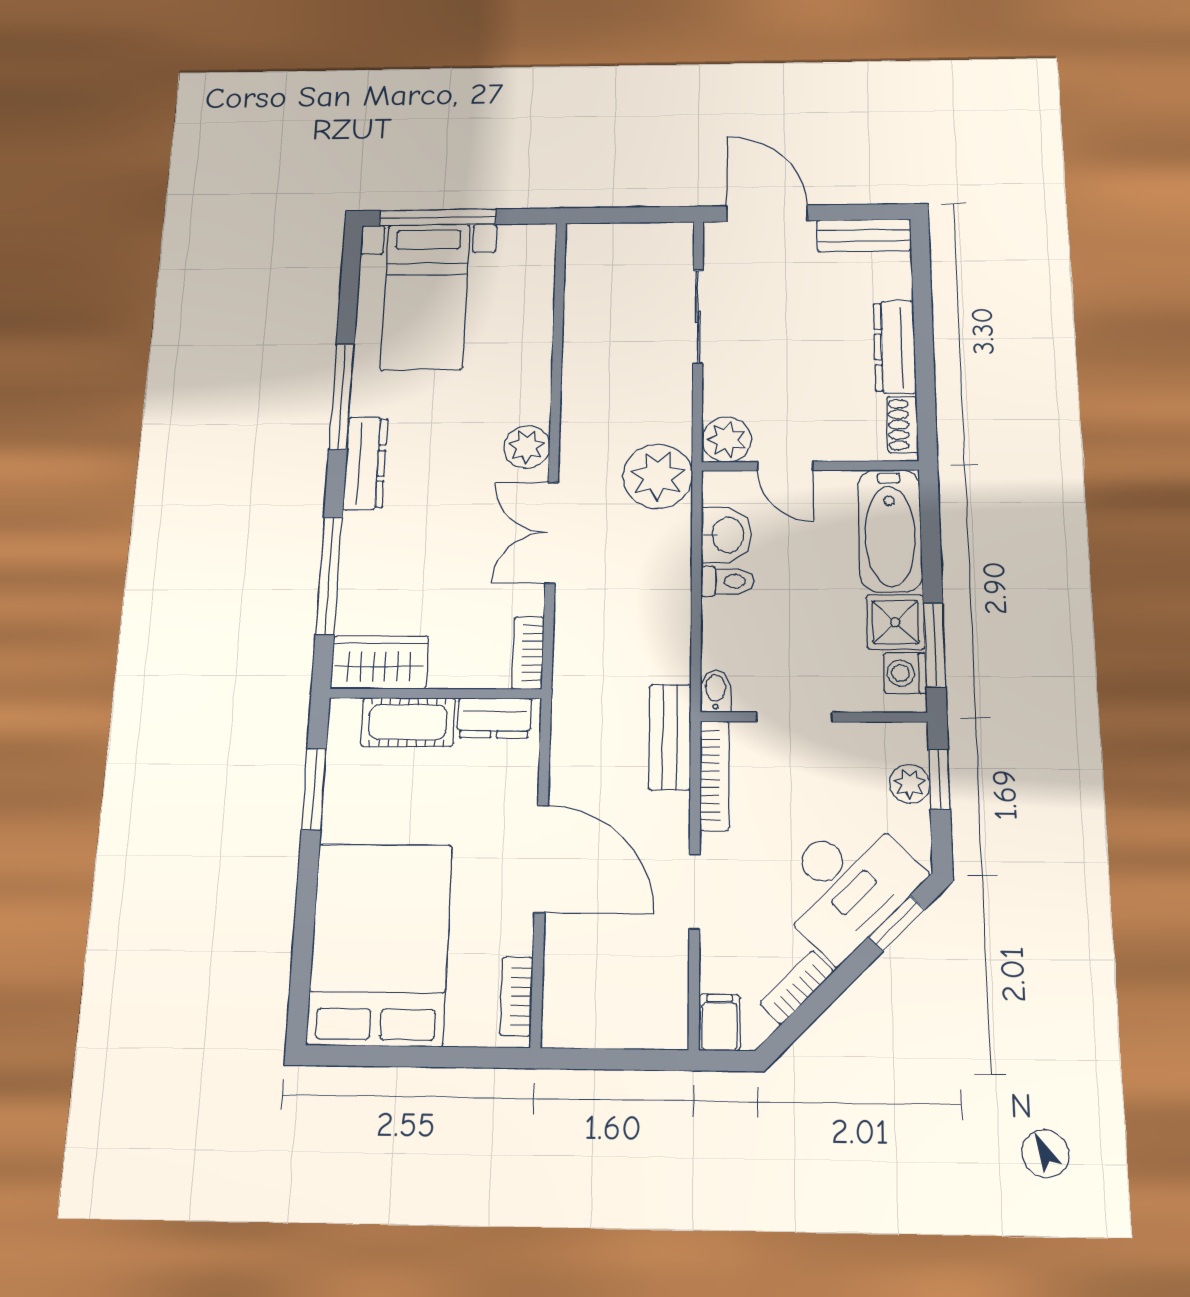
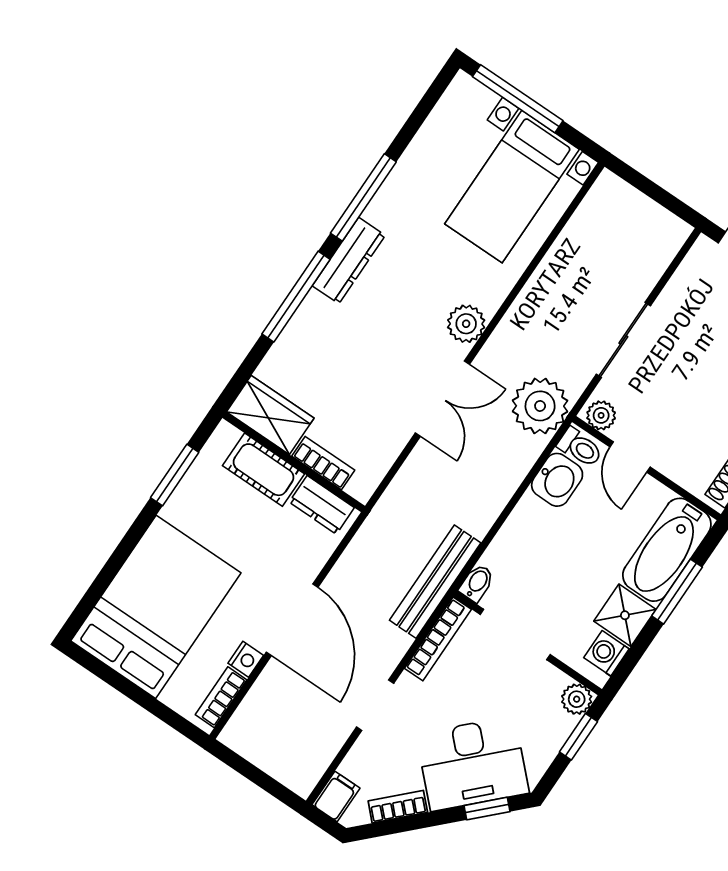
bed with nightstands: (425, 297) -> (512, 187), moved
sliding door: (698, 317) -> (623, 340), moved
plant: (727, 440) -> (601, 415), width x0.73, depth x0.73
double door: (552, 532) -> (442, 399), swing flipped
window: (329, 576) -> (296, 297), moved
toilet: (727, 581) -> (580, 447), moved
window: (935, 645) -> (677, 592), moved
bookcase: (528, 653) -> (323, 463), moved, turned 90
doorway: (794, 717) -> (515, 635), width x1.38
bench: (670, 737) -> (435, 582), width x1.36
plant: (910, 784) -> (577, 699), moved
nightstand: (517, 936) -> (246, 659), added

